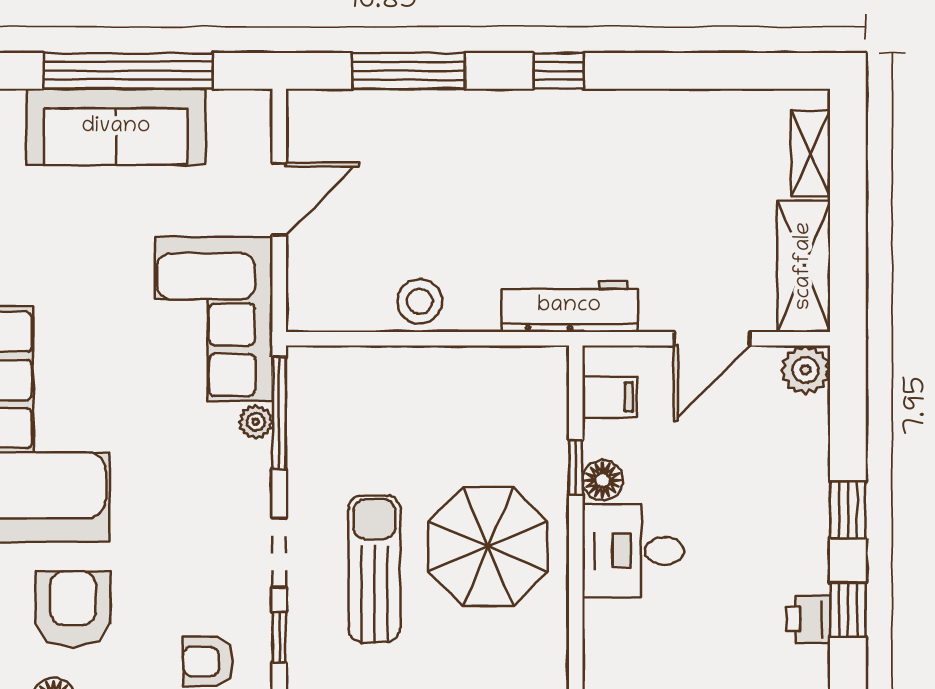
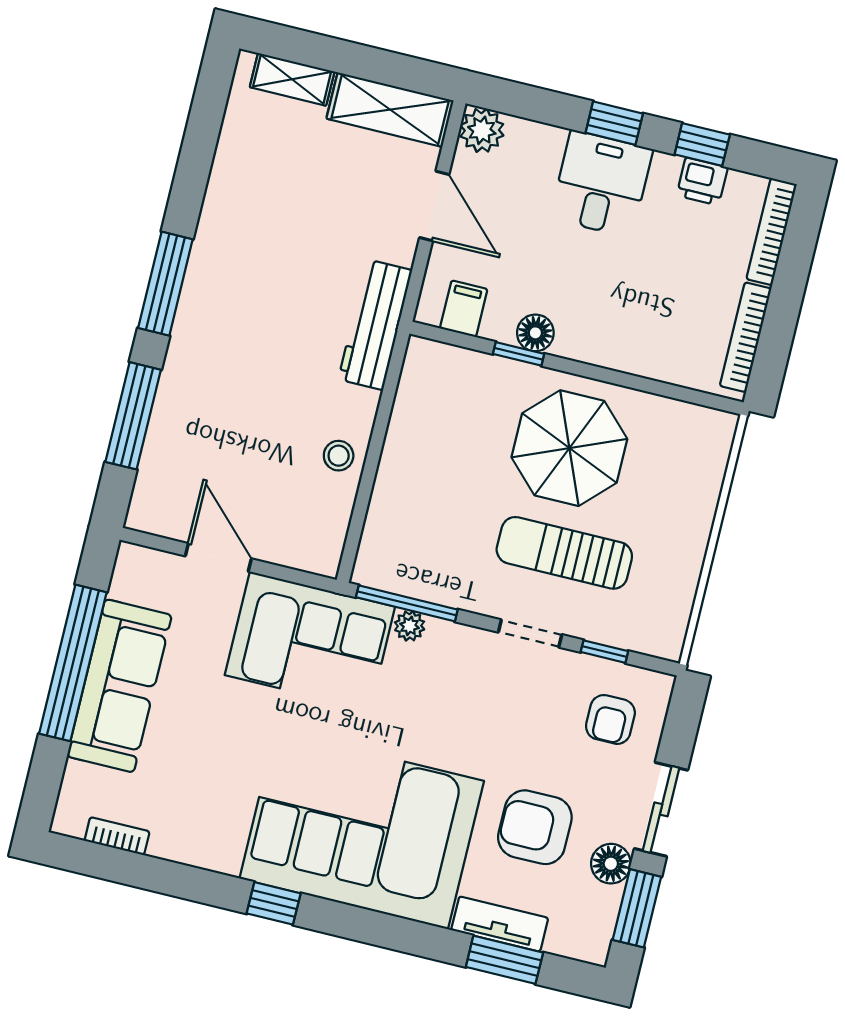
window: (559, 71) -> (165, 284), width x2.17
stool: (420, 301) -> (339, 456), width x0.73, depth x0.73
desk: (633, 551) -> (601, 184), moved, turned 180

